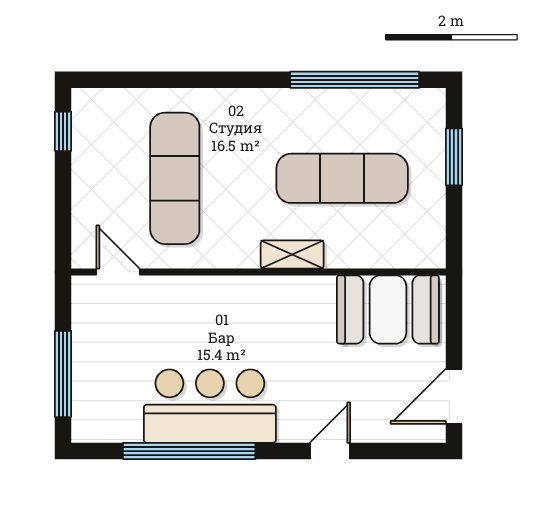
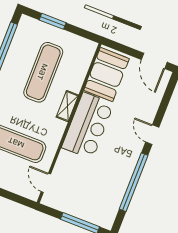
door: (118, 272) -> (46, 183), hinge flipped
bar counter: (210, 406) -> (88, 126), moved, turned 180
door: (330, 451) -> (152, 135), moved

